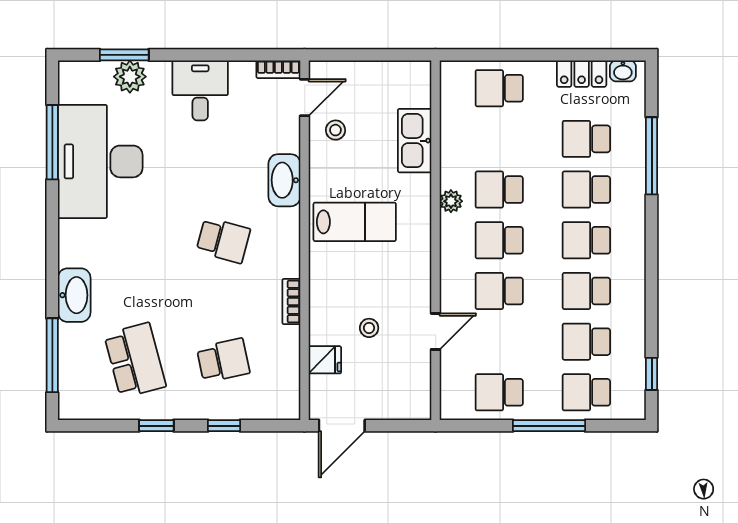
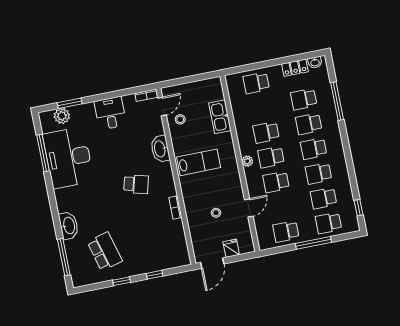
plant: (130, 77) -> (62, 116), moved
plant: (451, 201) -> (247, 161), moved
school desk: (223, 360) -> (148, 243), removed
fridge: (325, 360) -> (231, 248), moved, turned -90

